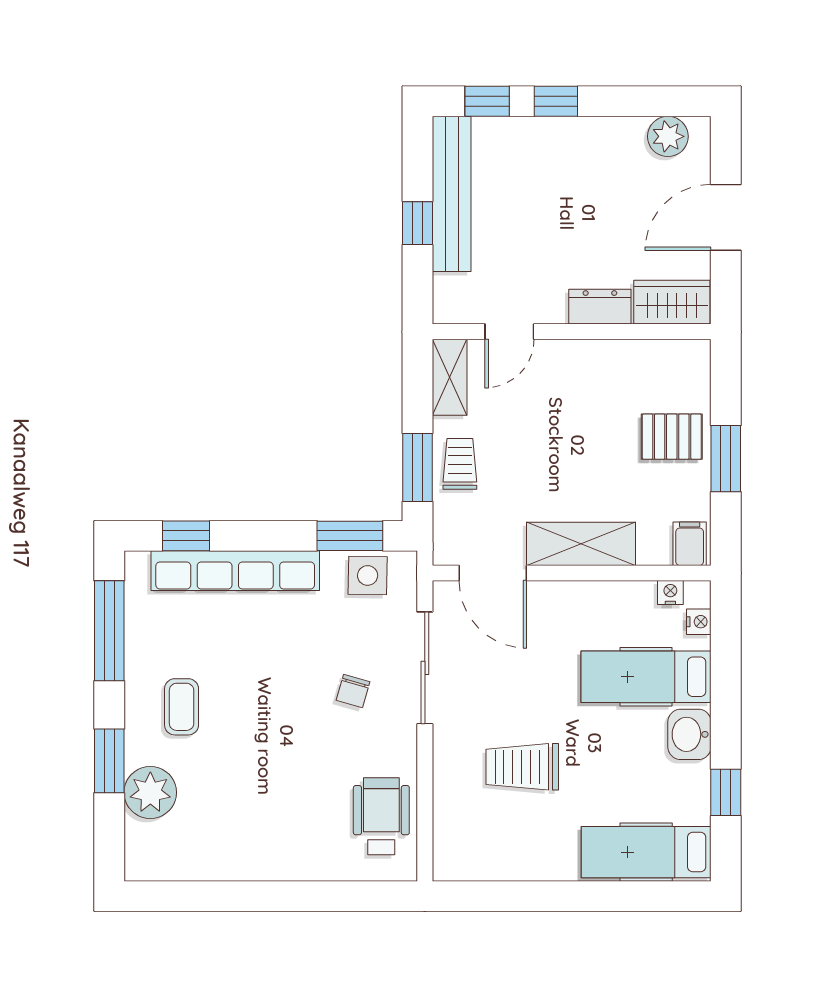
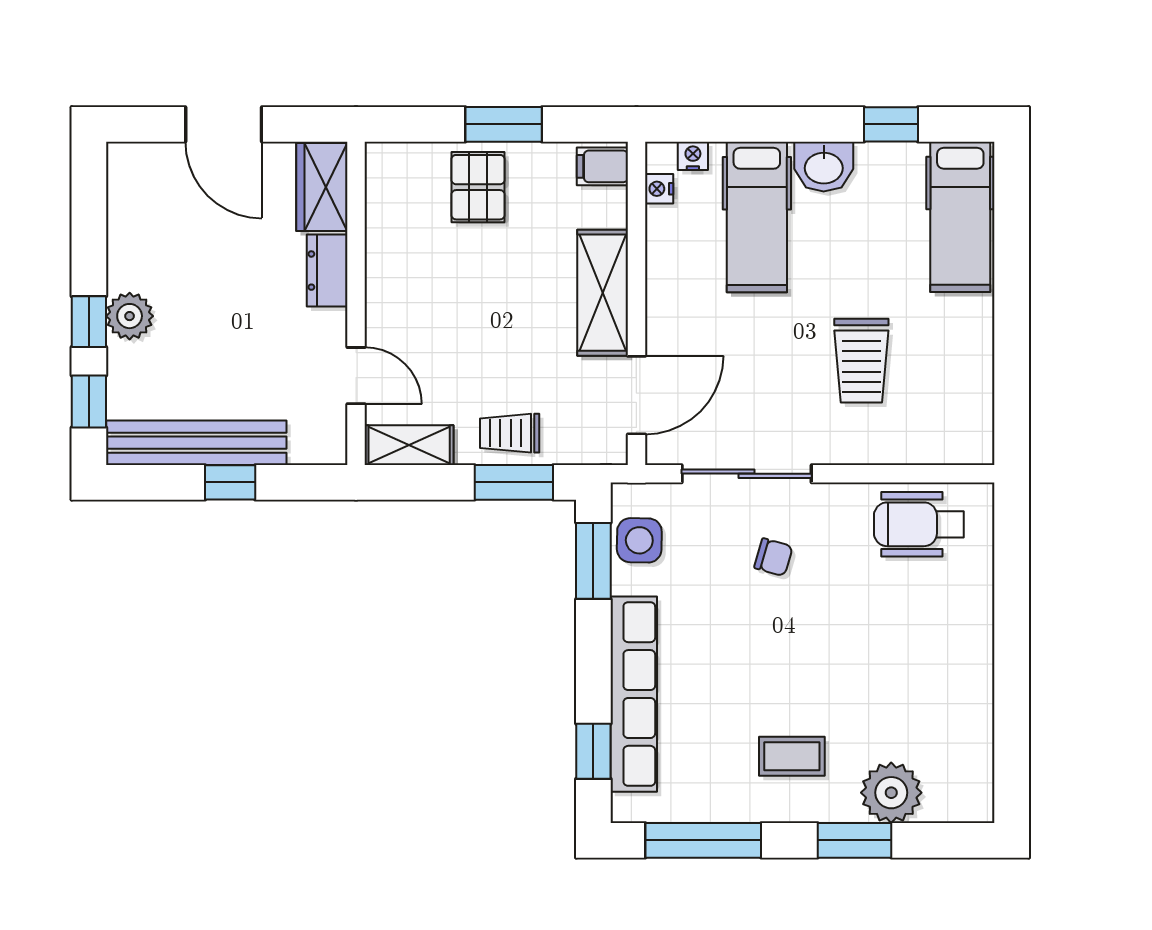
plant: (668, 136) -> (130, 316), moved

